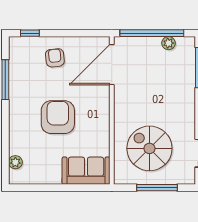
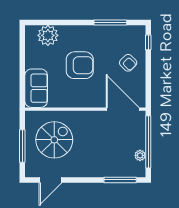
armchair: (55, 58) -> (128, 63), turned 51
plant: (15, 162) -> (48, 35), width x1.87, depth x1.87

